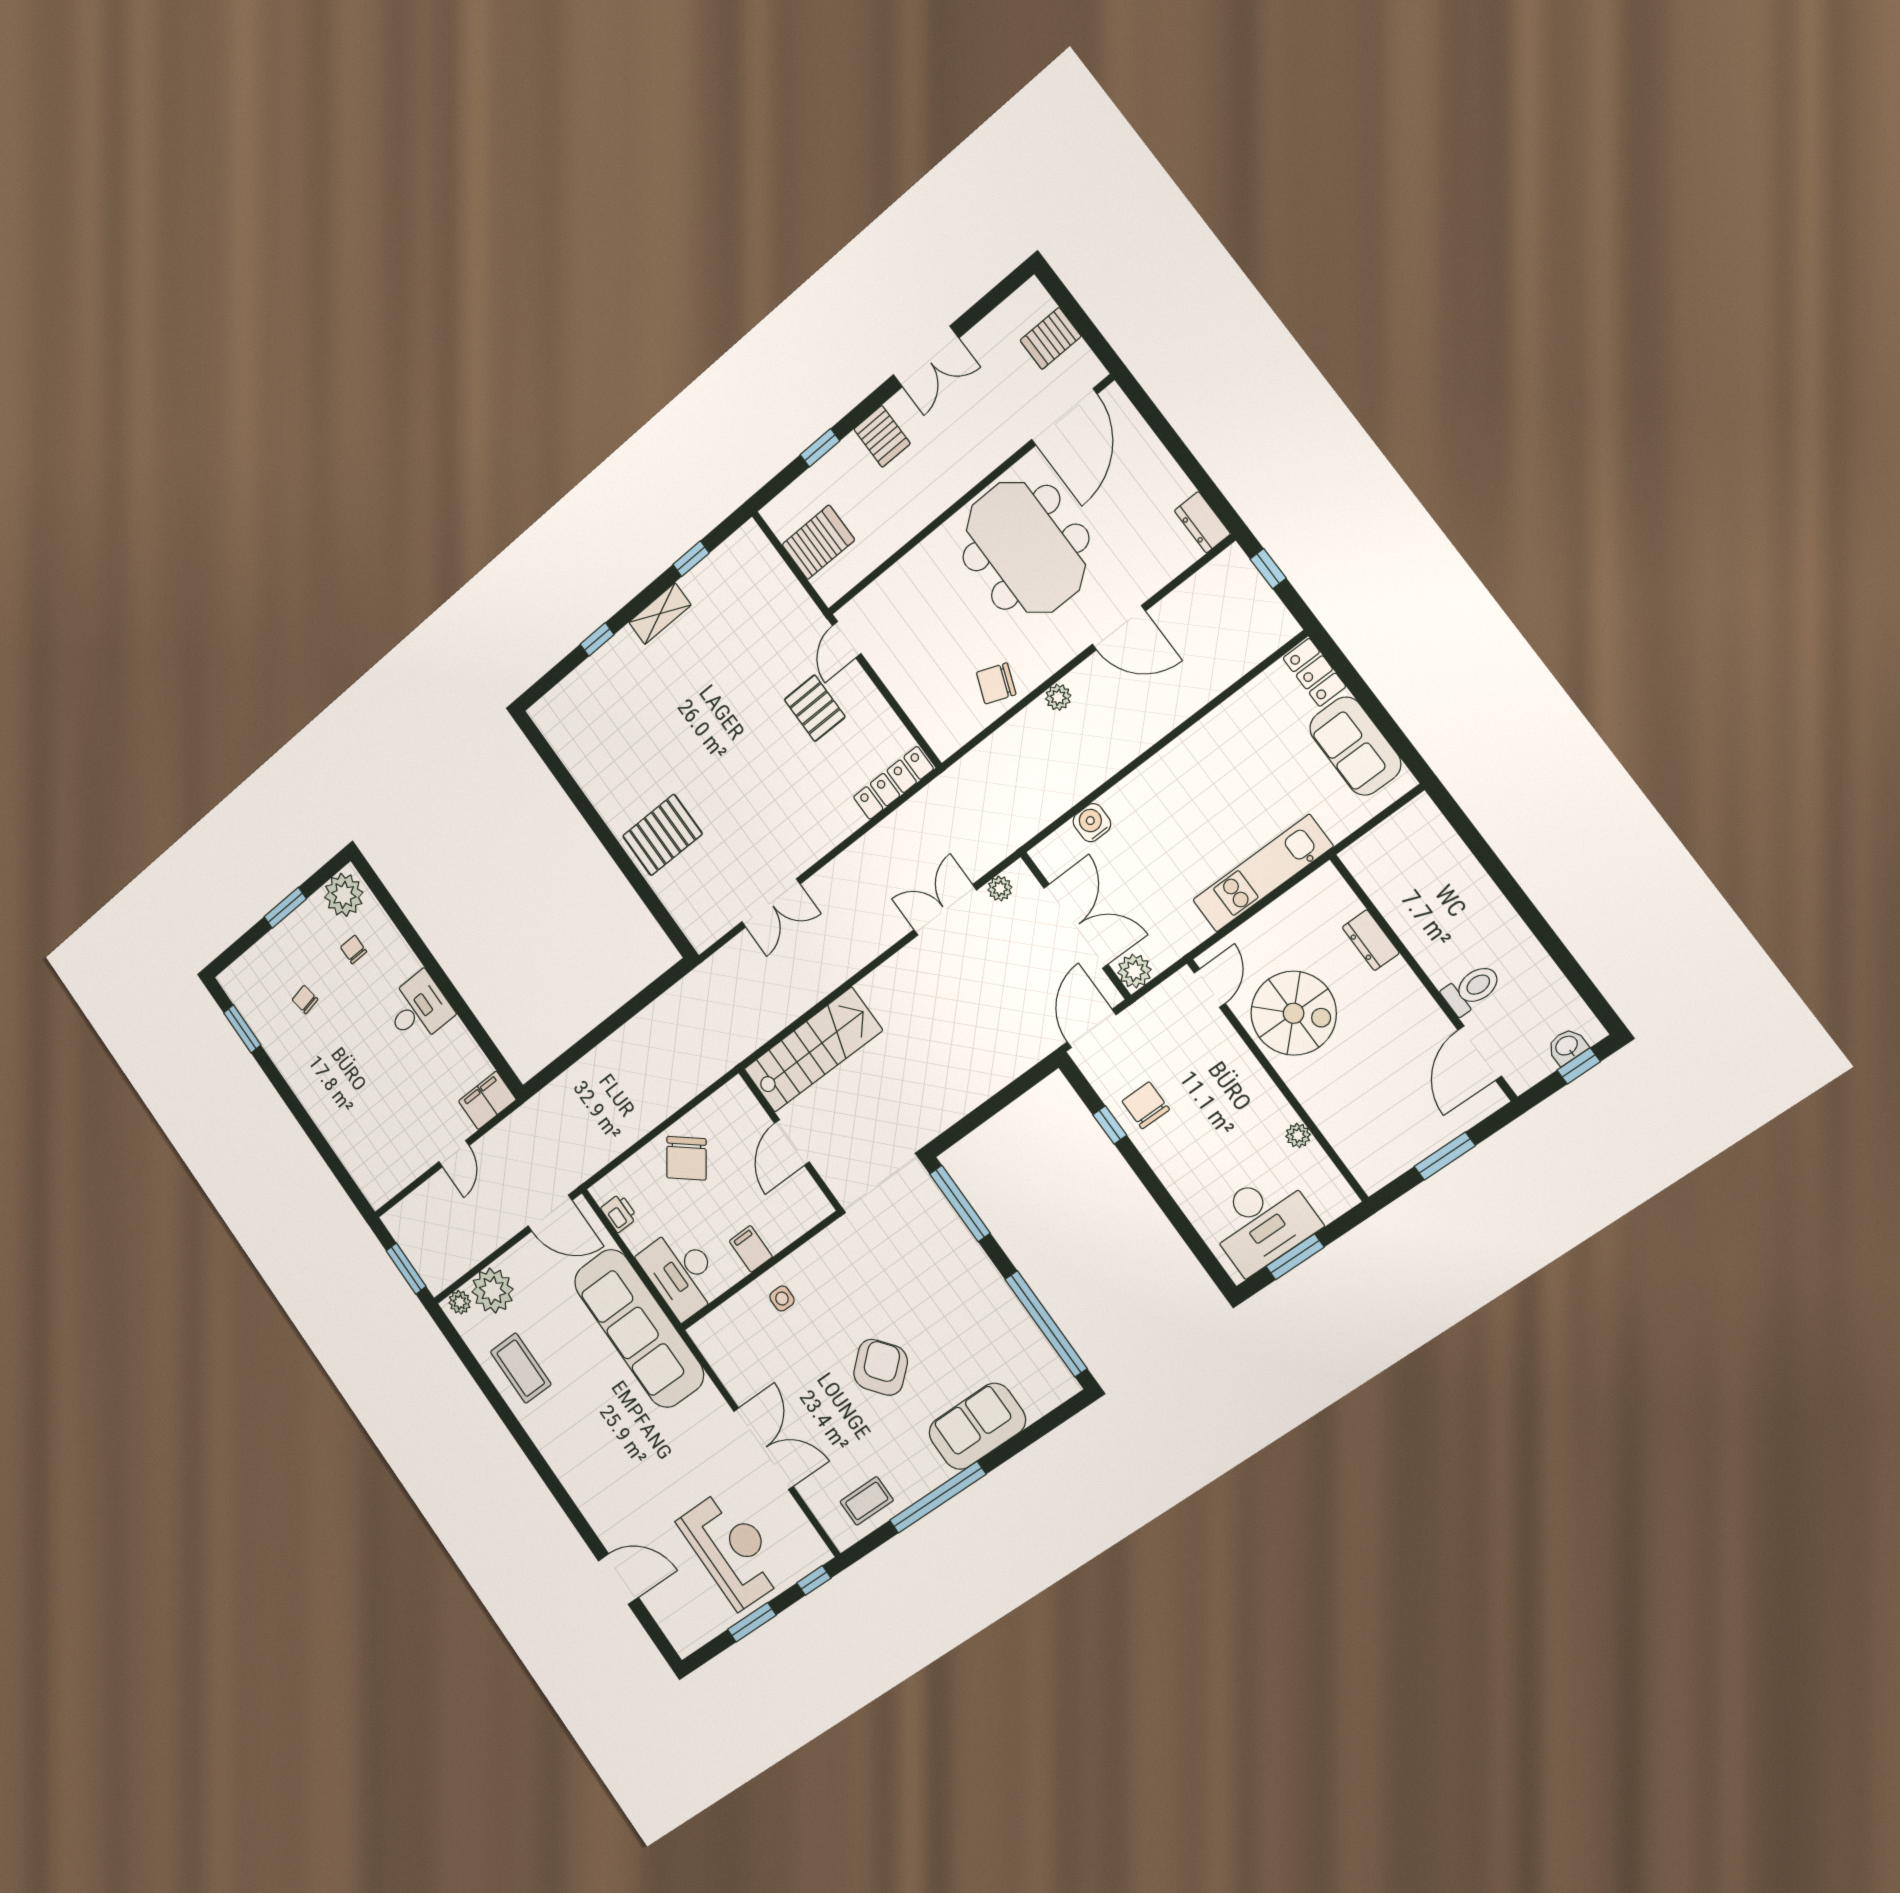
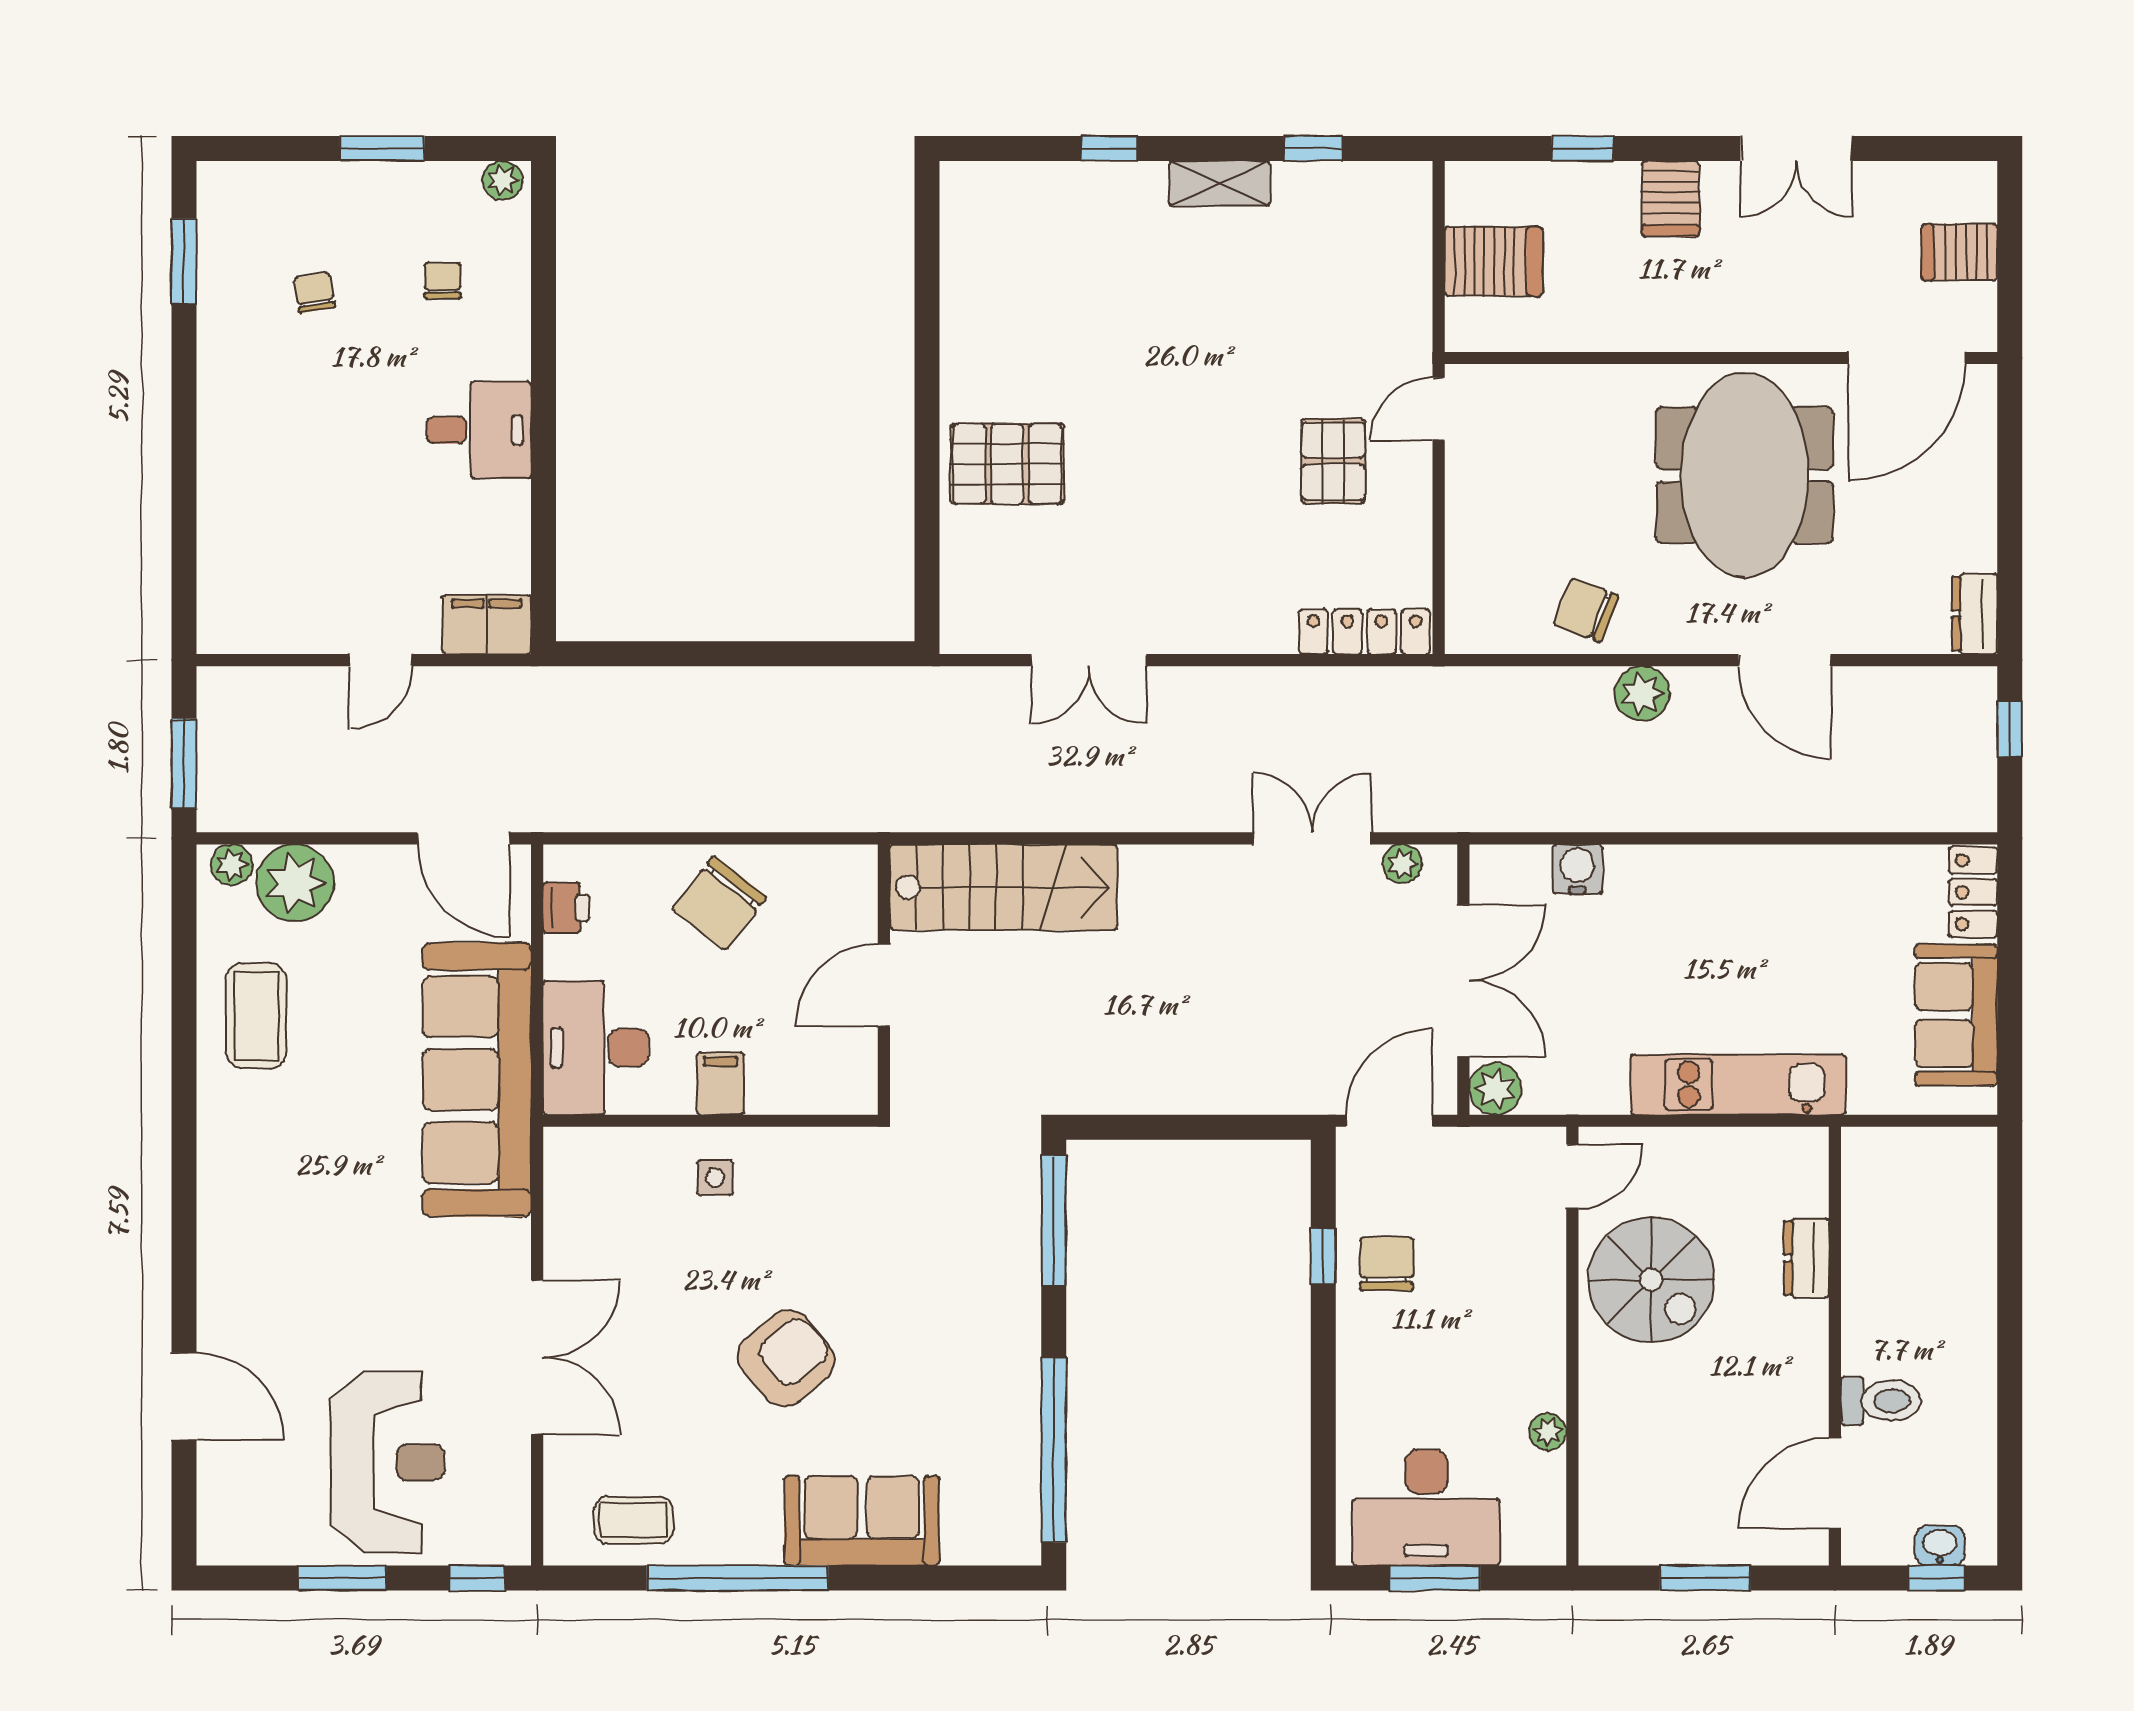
plant: (1058, 697) -> (1642, 694), width x1.38, depth x1.38
plant: (344, 895) -> (502, 180), width x0.53, depth x0.53

